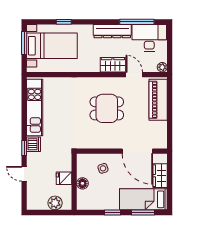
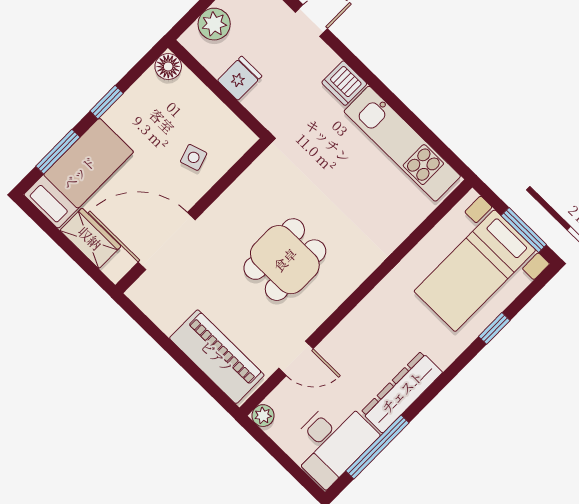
wardrobe: (113, 65) -> (346, 339), removed
window: (24, 148) -> (353, 62), removed
floor lamp: (82, 183) -> (168, 67), moved

